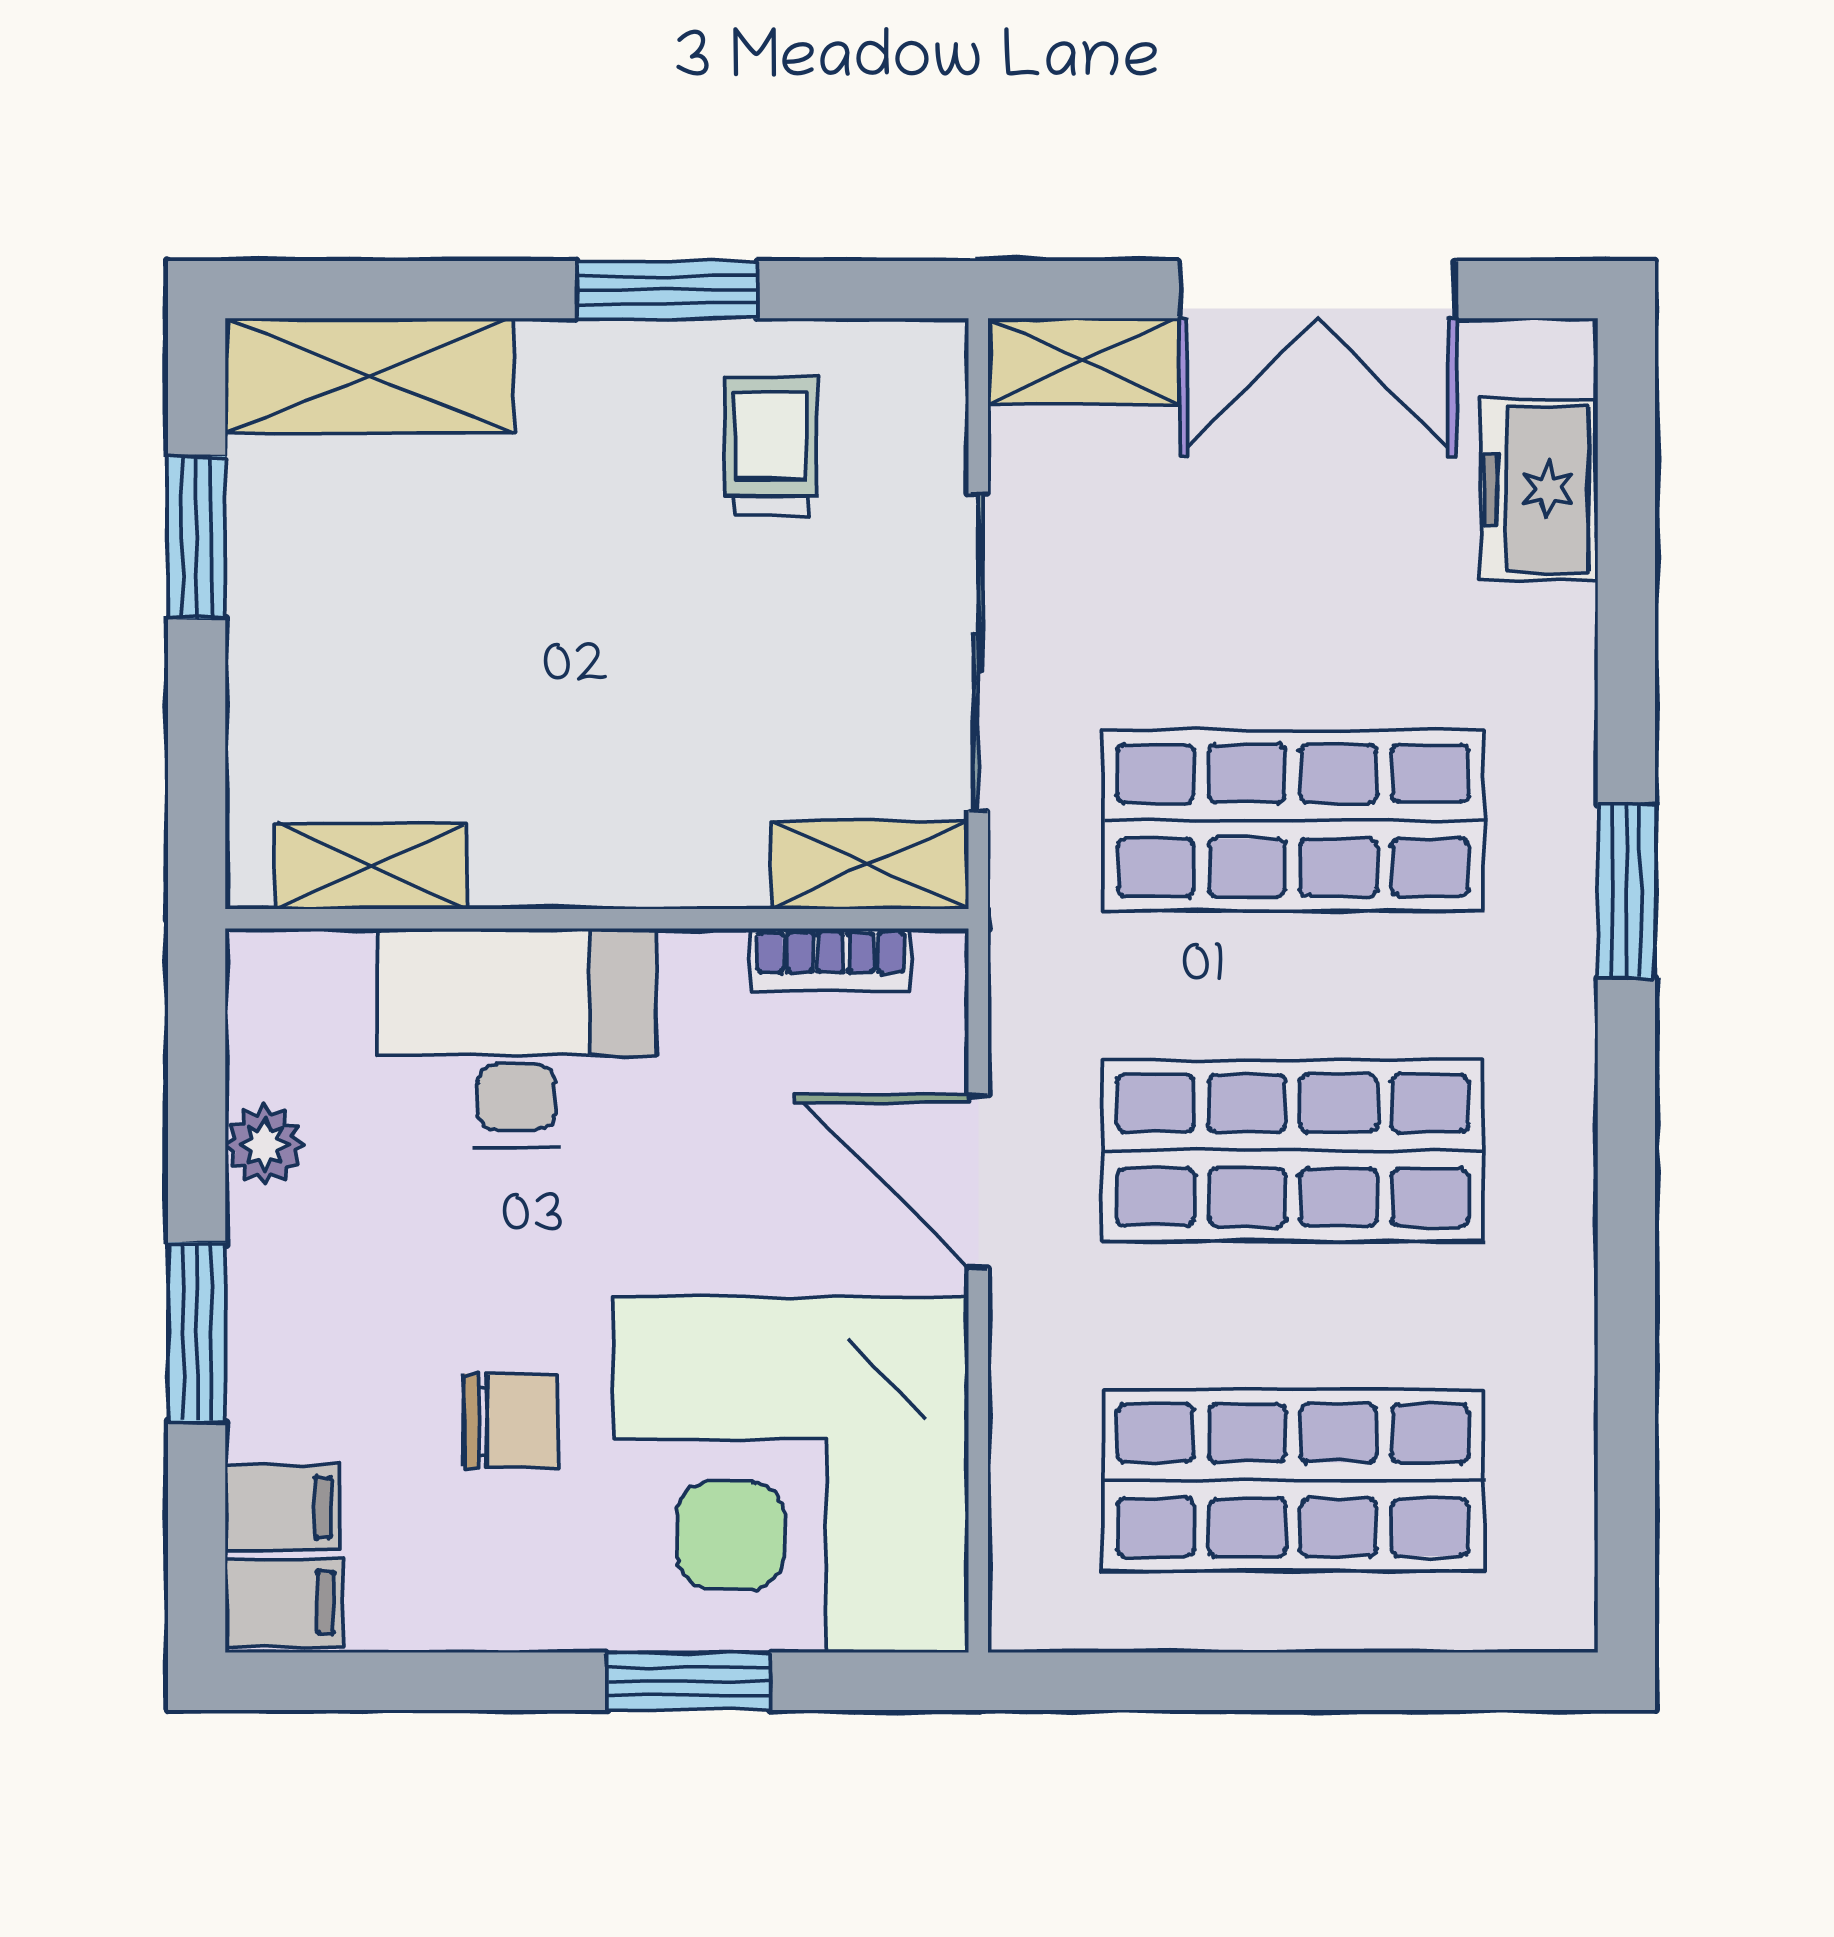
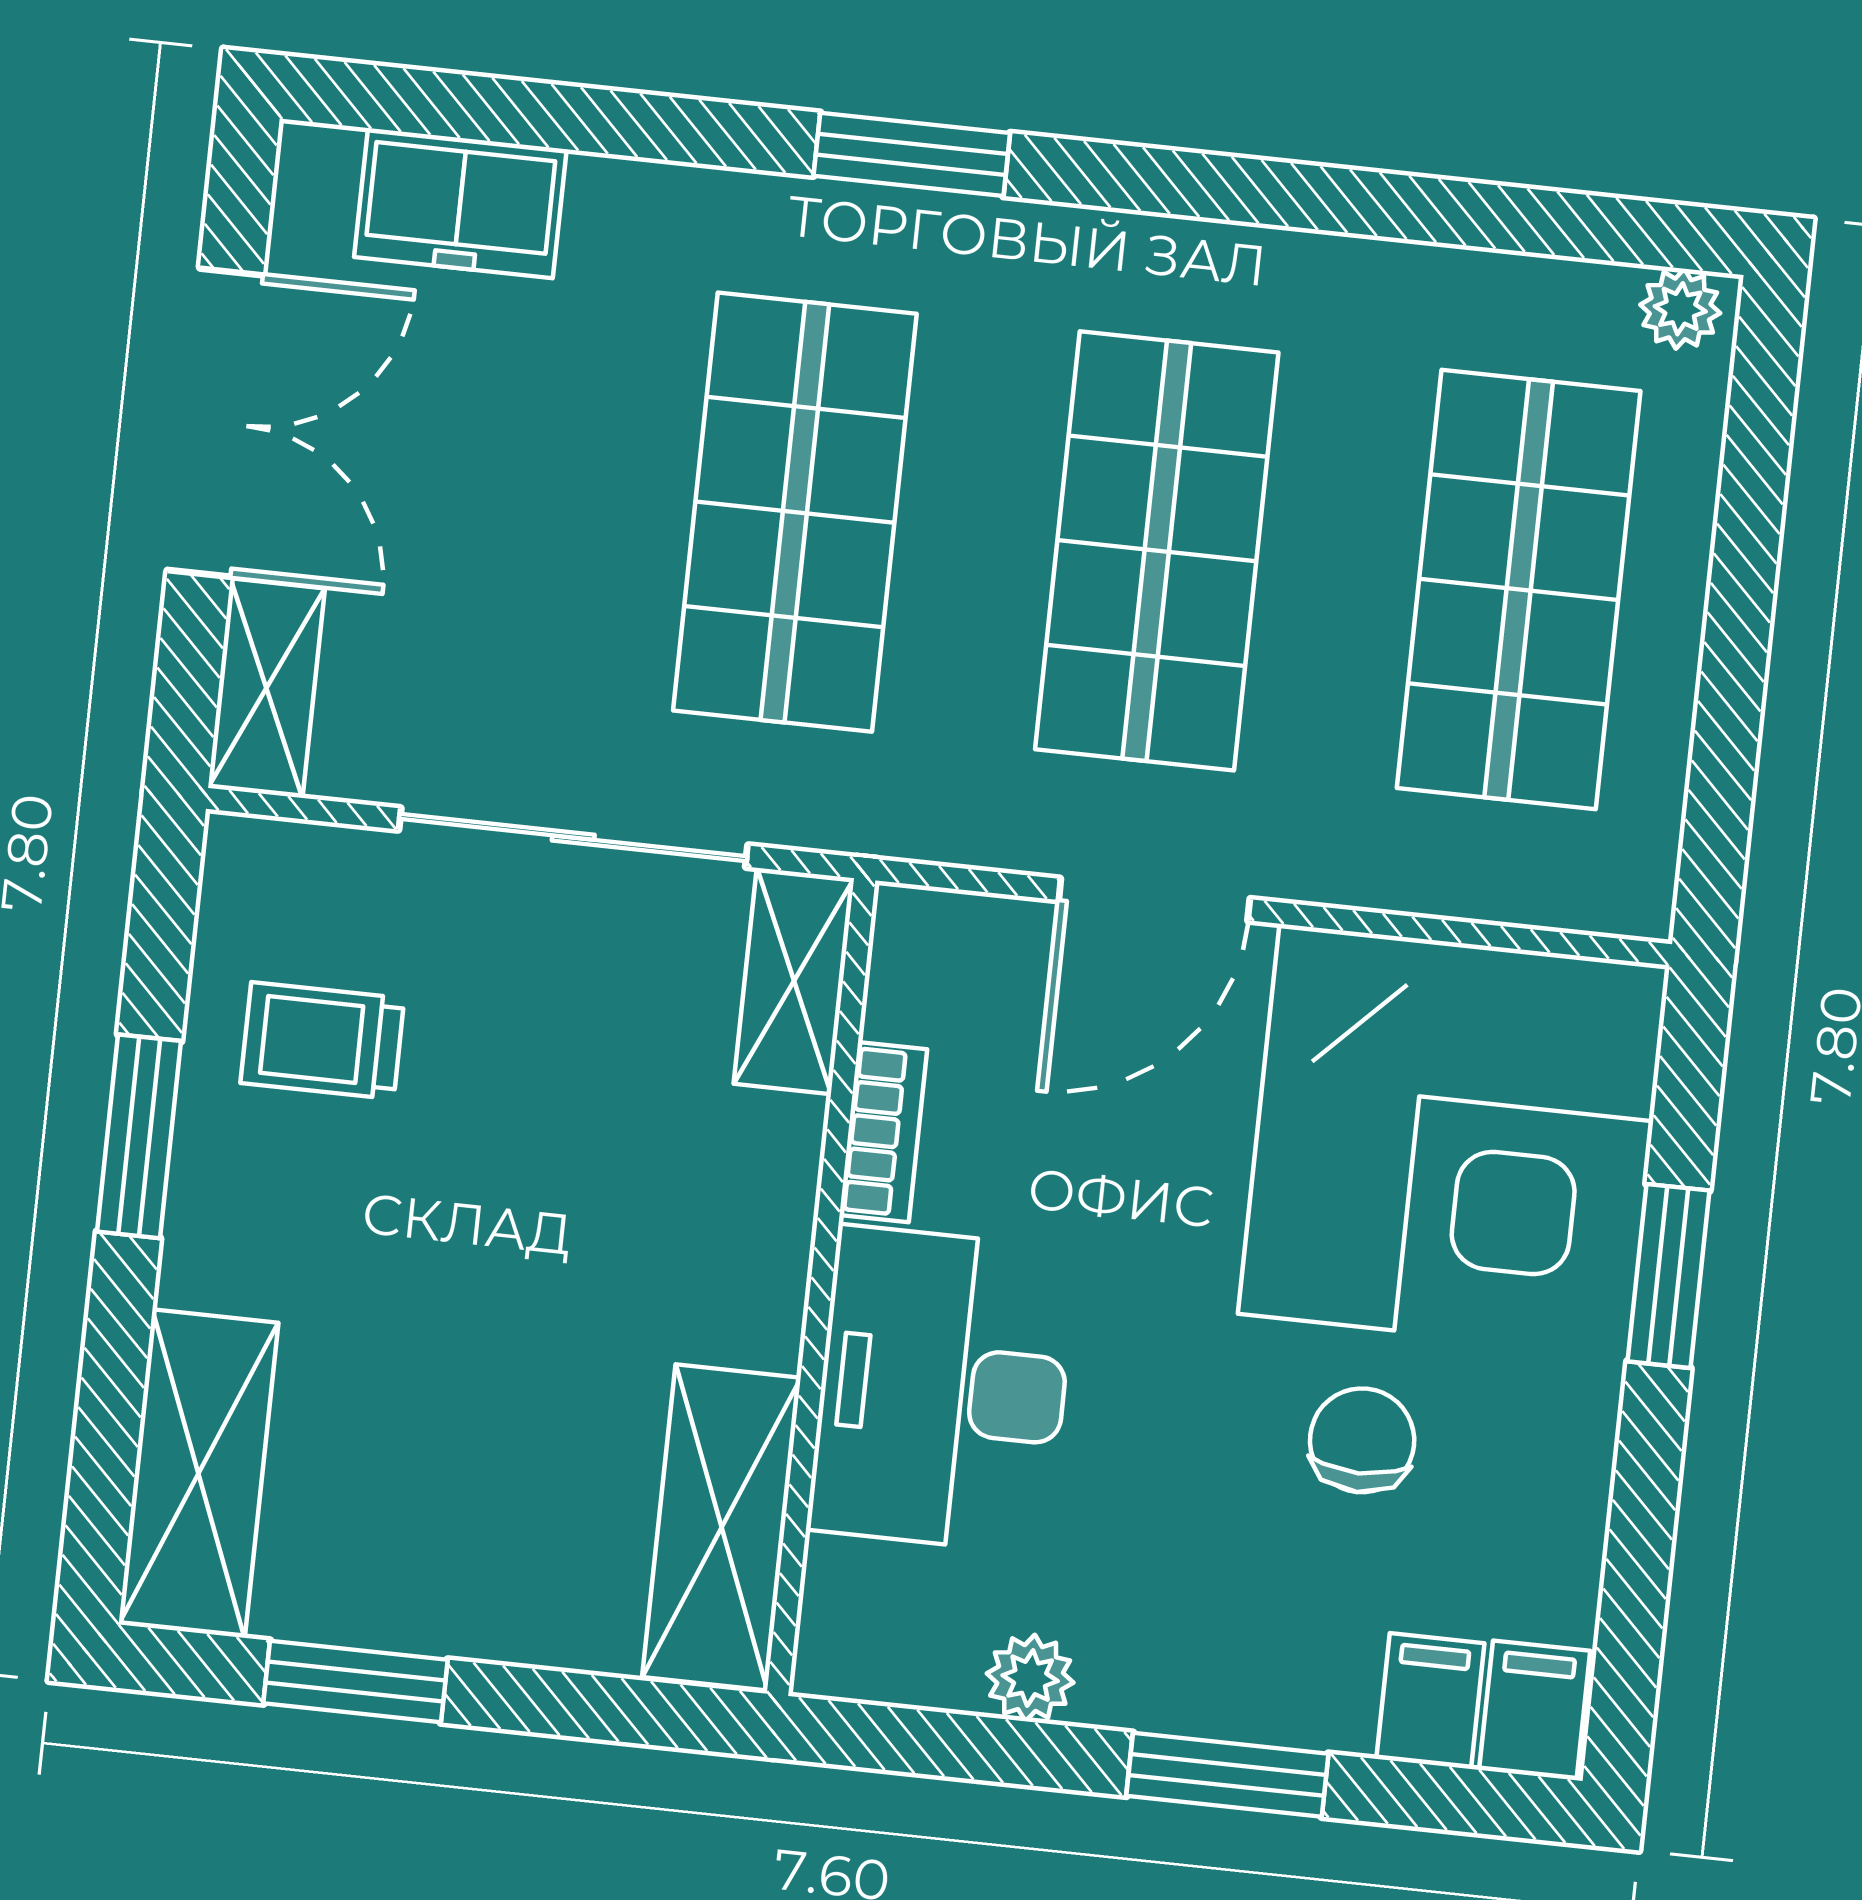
shelving: (371, 866) -> (721, 1527), width x1.50, depth x1.33
bookcase: (830, 960) -> (883, 1132), moved
plant: (1561, 1599) -> (1680, 309), added

